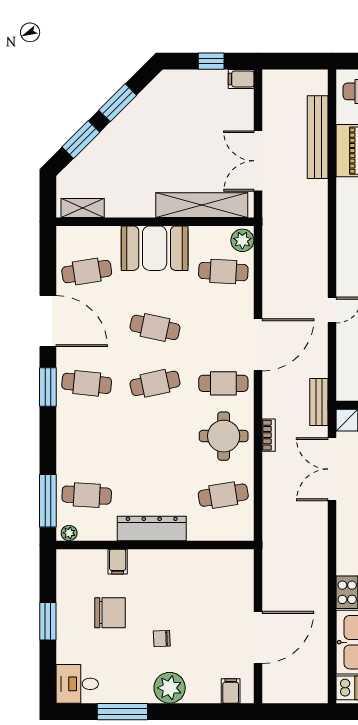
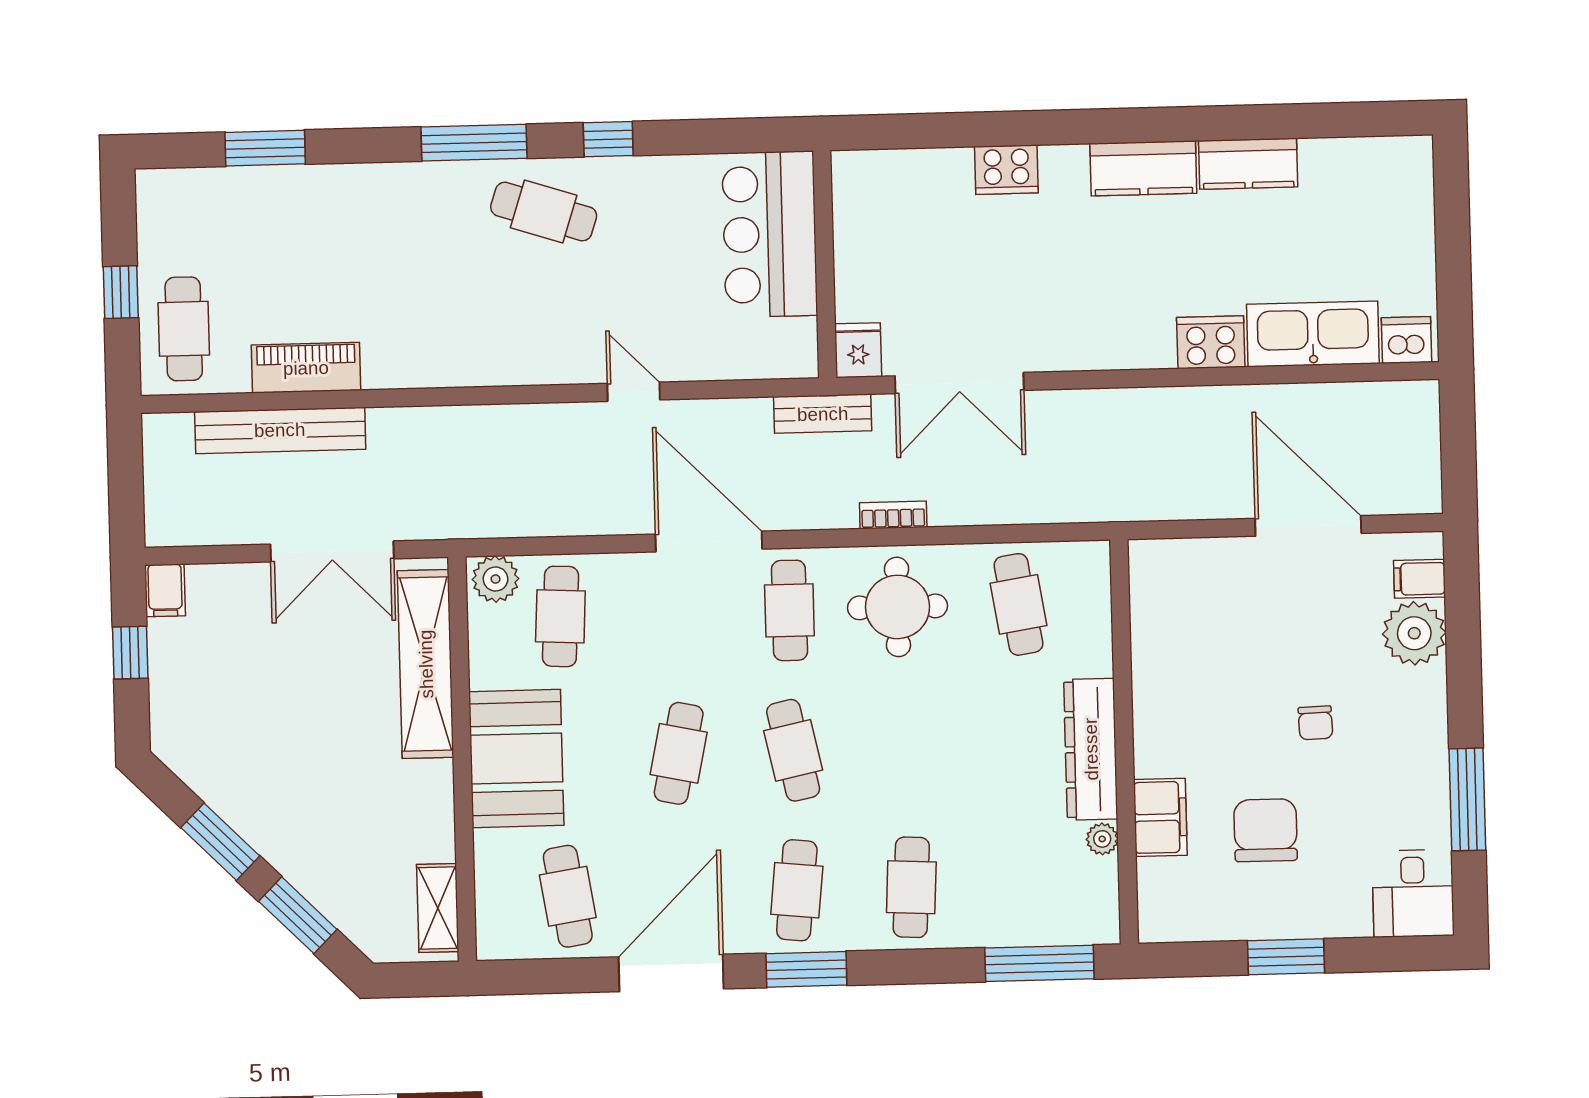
cafe table: (87, 495) -> (911, 887), moved
plant: (69, 533) -> (1102, 839), moved
filing cabinet: (118, 562) -> (1160, 817), width x2.00
plant: (170, 688) -> (1414, 633), moved

